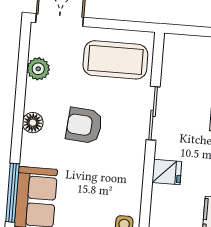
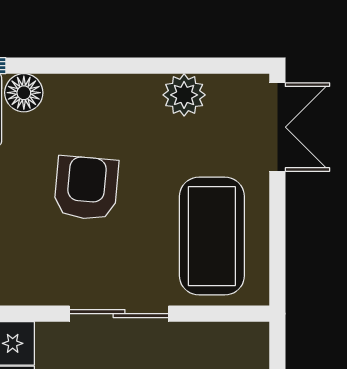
floor lamp: (33, 123) -> (24, 93), moved

